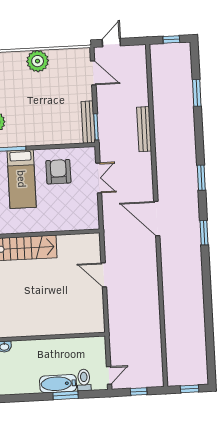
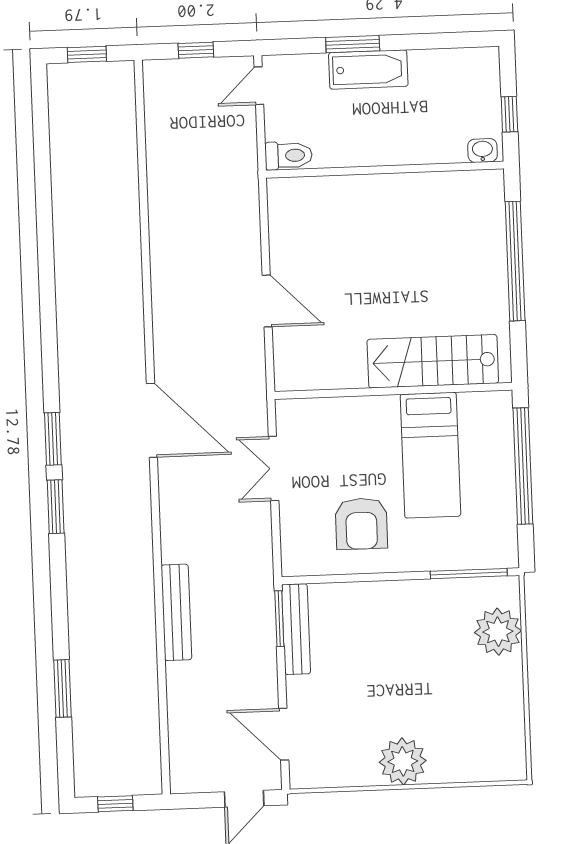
double door: (99, 178) -> (274, 468), moved
bed: (22, 179) -> (430, 455), moved, turned 180
window: (204, 233) -> (53, 439), moved
toilet: (84, 380) -> (289, 156), moved, turned -90

